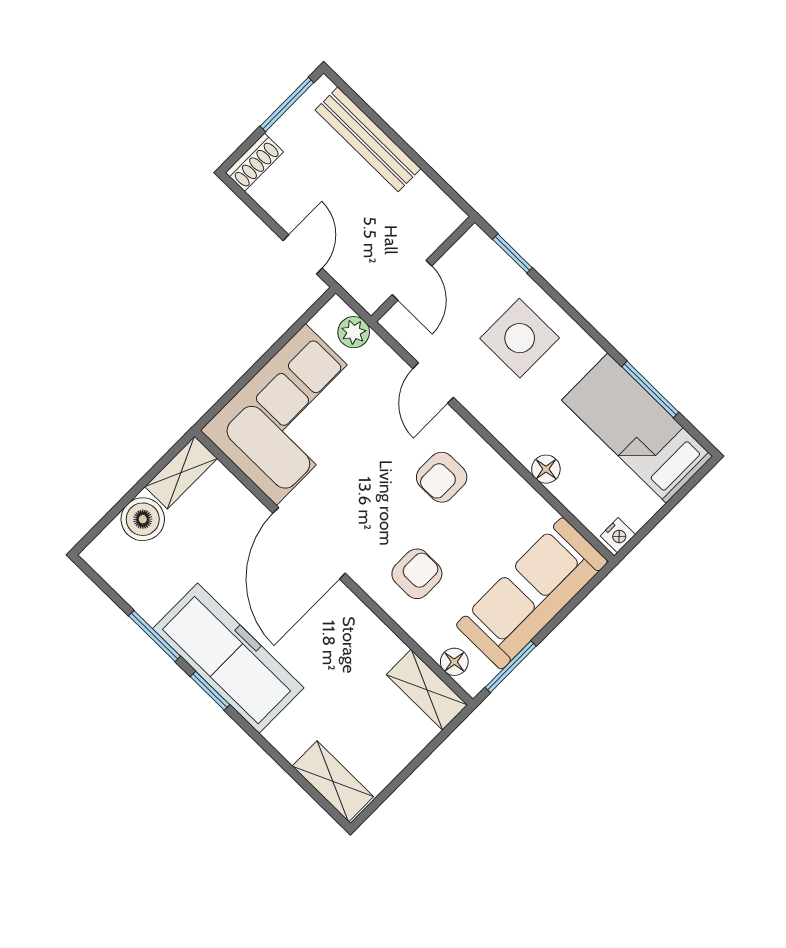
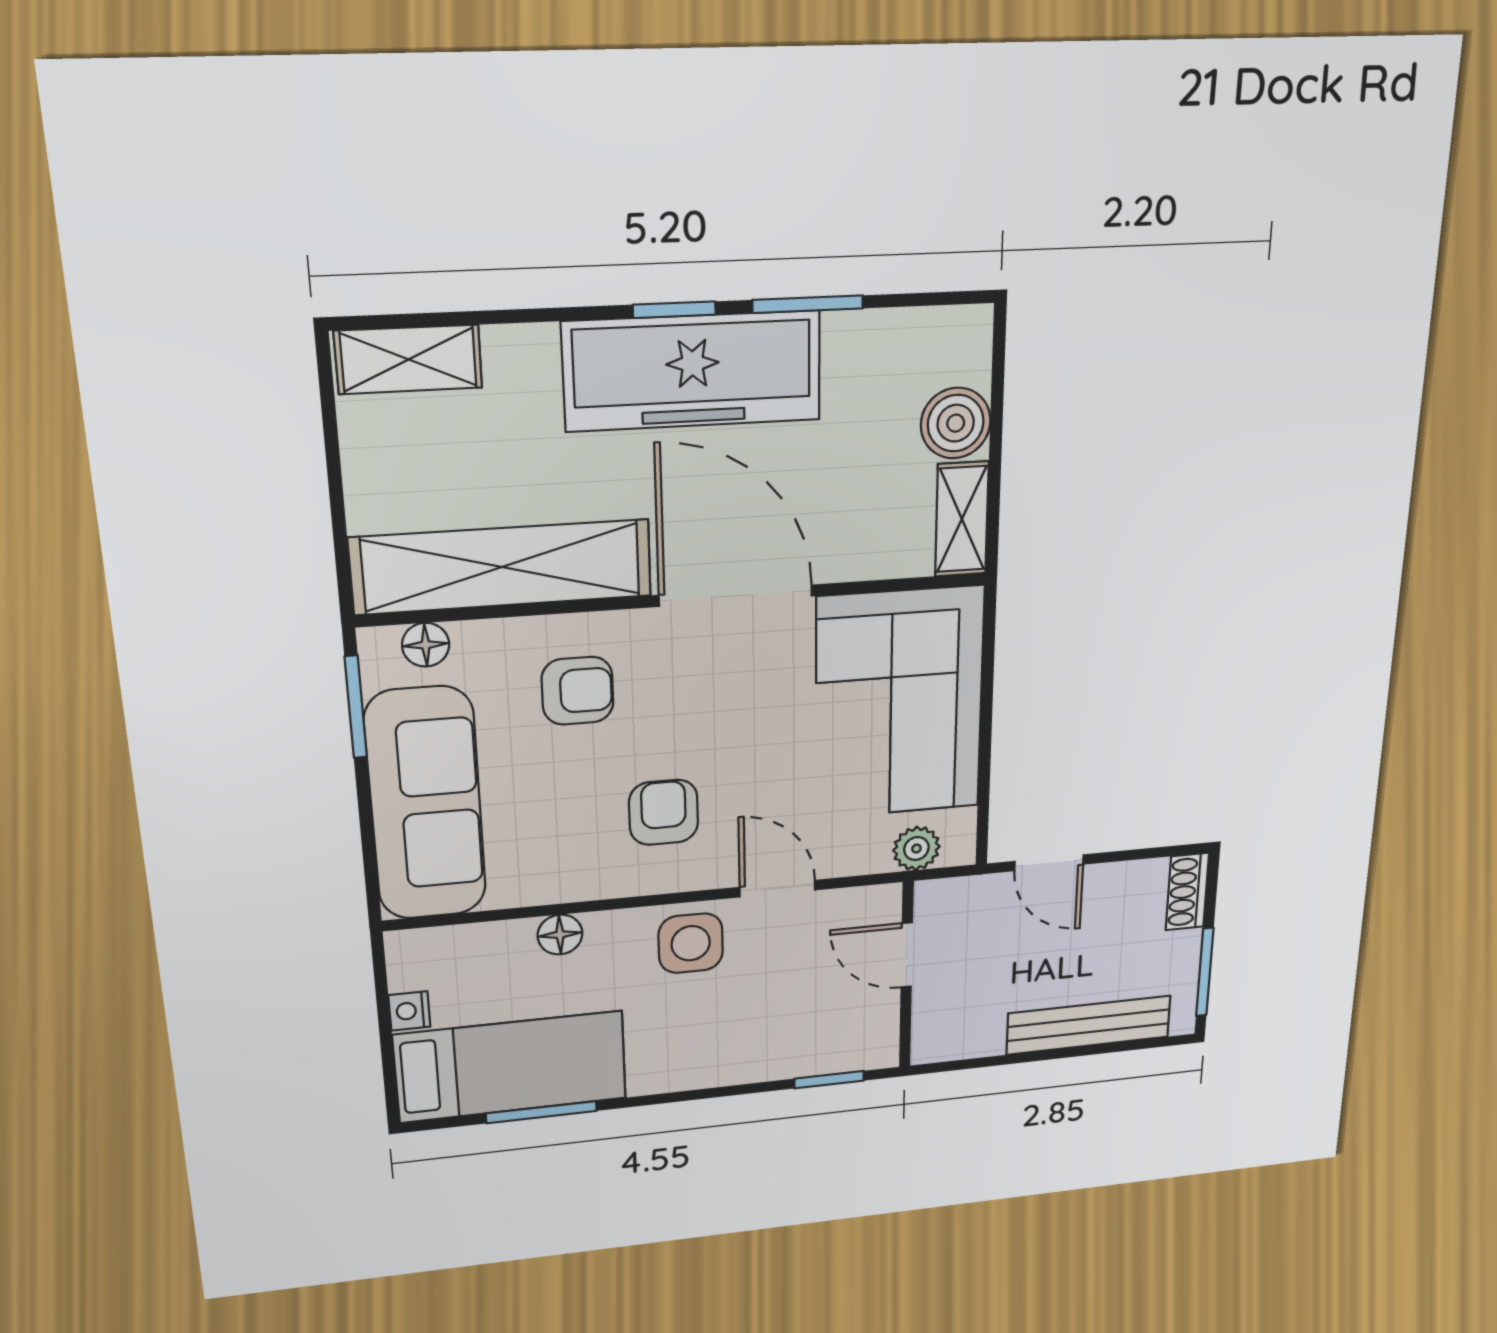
side table: (520, 338) -> (691, 943), moved, width x0.73, depth x0.73
nightstand: (618, 535) -> (409, 1011), moved
armchair: (417, 574) -> (578, 691), turned -90
shelving: (427, 690) -> (502, 567), width x2.20, depth x1.33

